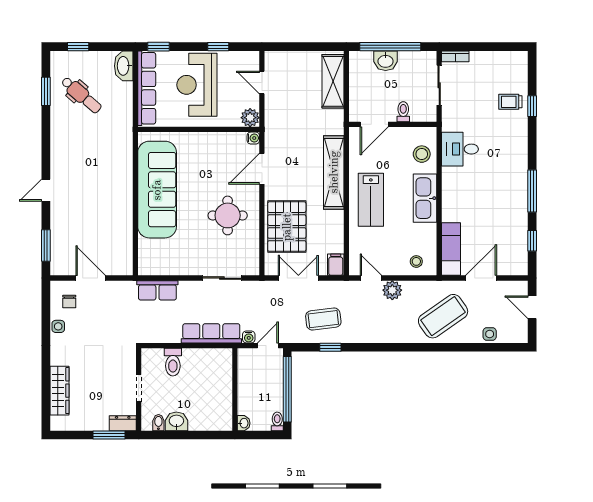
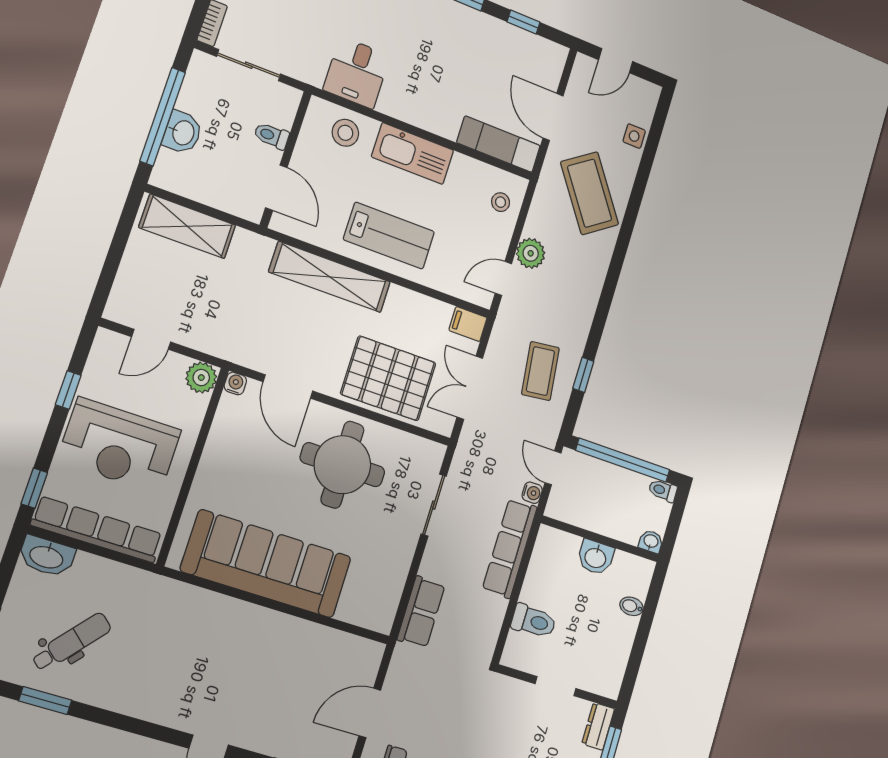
round table: (228, 215) -> (342, 465), width x1.36, depth x1.36
washbasin: (176, 421) -> (596, 557), moved, turned -90
bidet: (158, 423) -> (632, 606), moved

